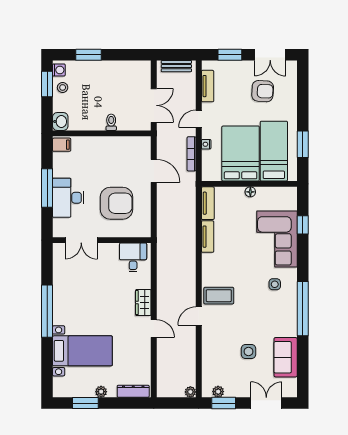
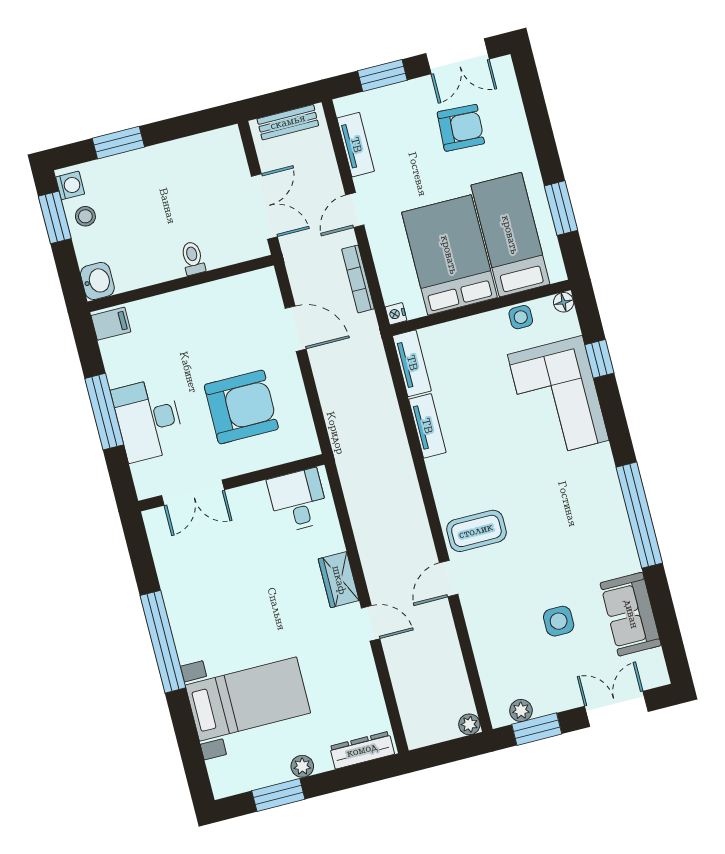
nightstand: (206, 144) -> (396, 314), moved
floor lamp: (250, 192) -> (564, 302), moved
side table: (275, 284) -> (521, 317), moved

